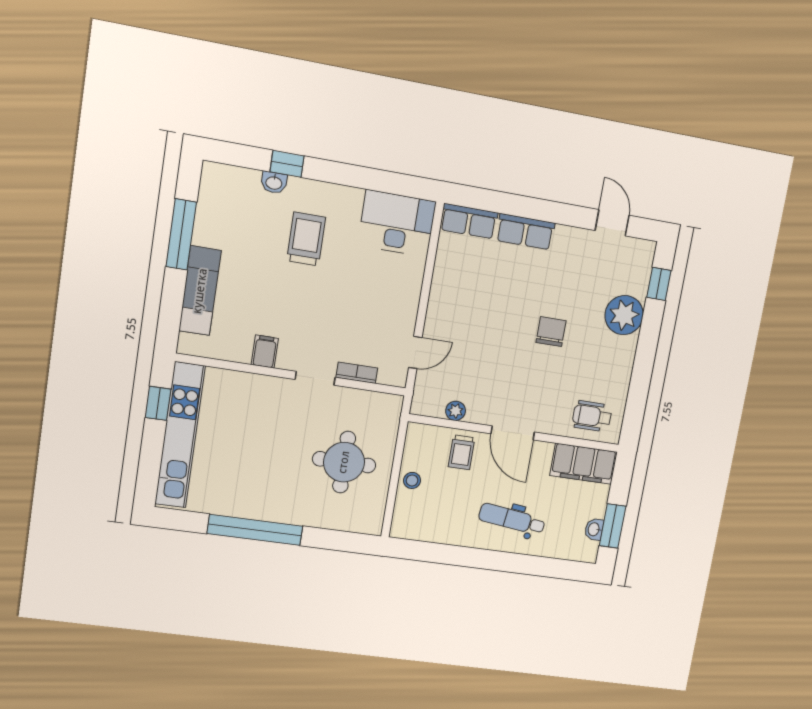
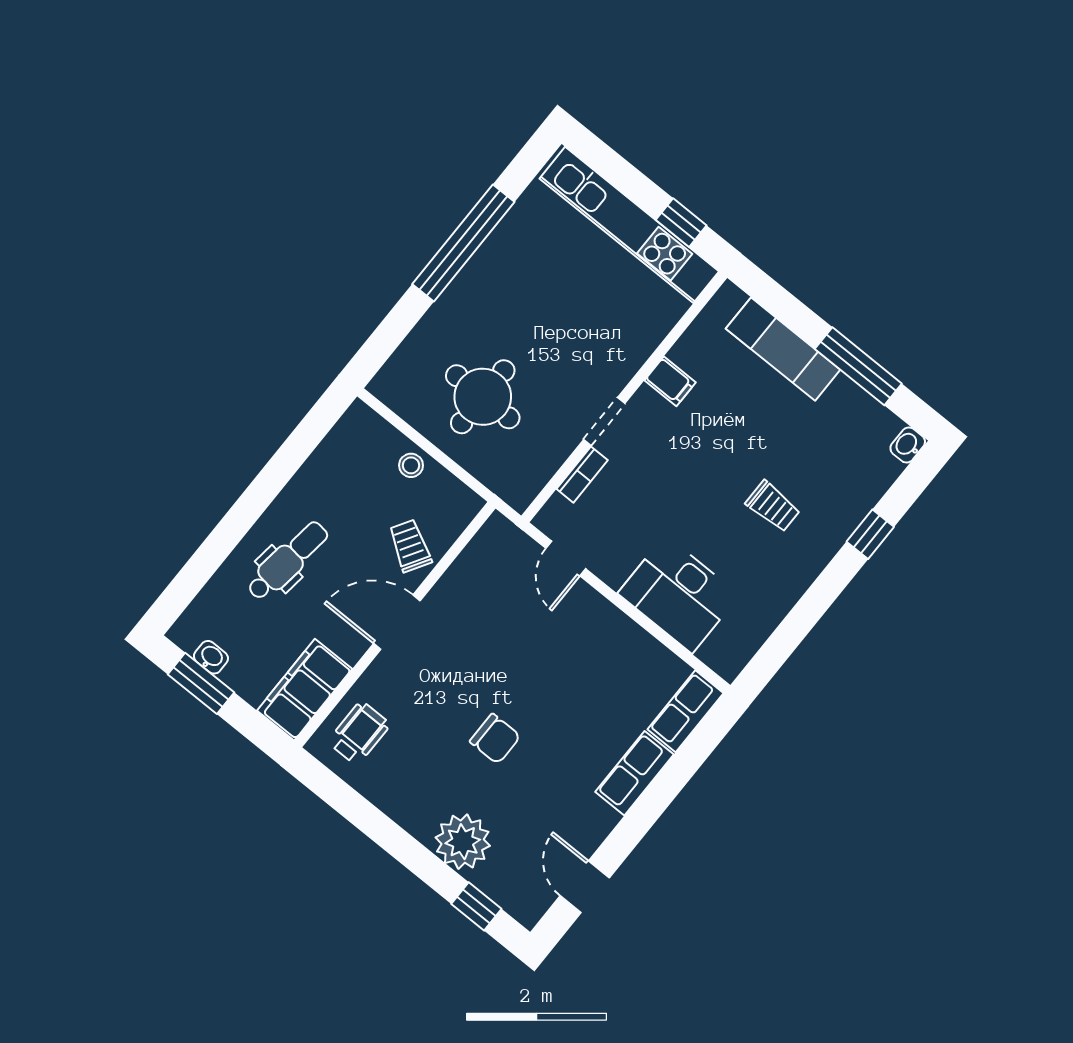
washbasin: (274, 183) -> (908, 445), moved
desk: (397, 223) -> (679, 594), moved, turned 90
door: (612, 223) -> (585, 887), swing flipped
trolley: (306, 239) -> (773, 506), width x0.73, depth x0.72
plant: (456, 411) -> (466, 567), removed
trolley: (462, 452) -> (410, 546), turned 31

